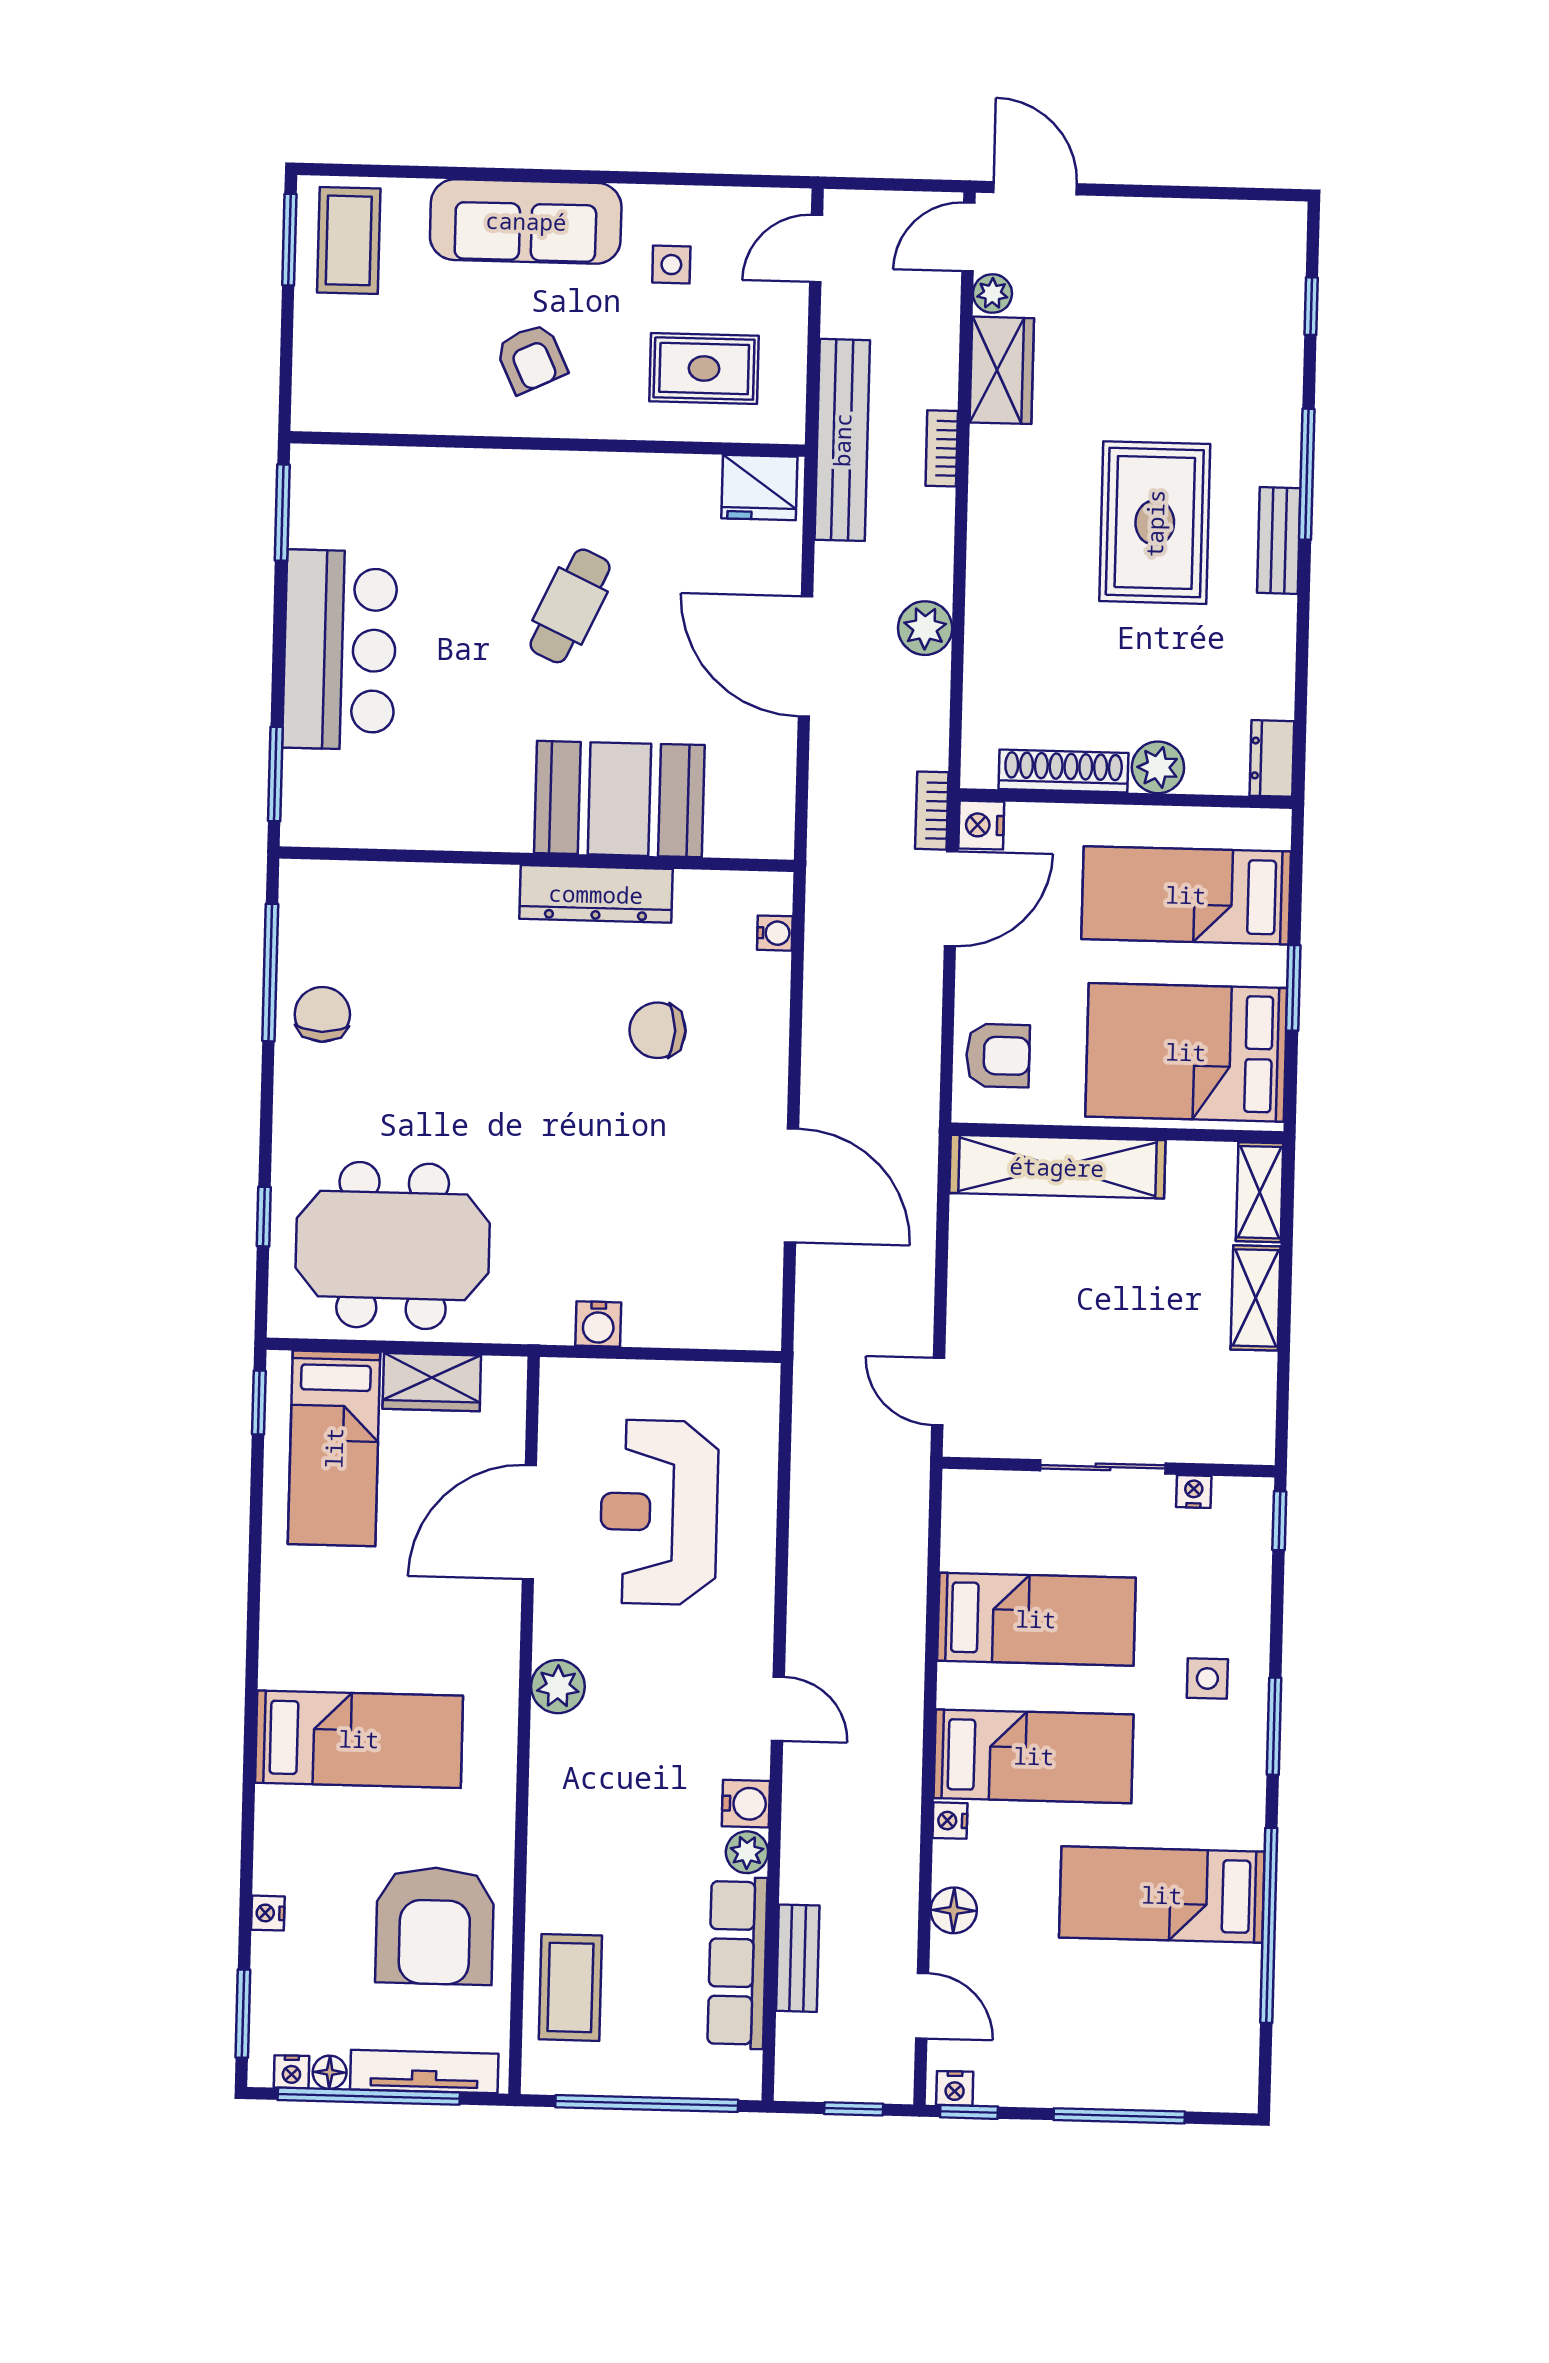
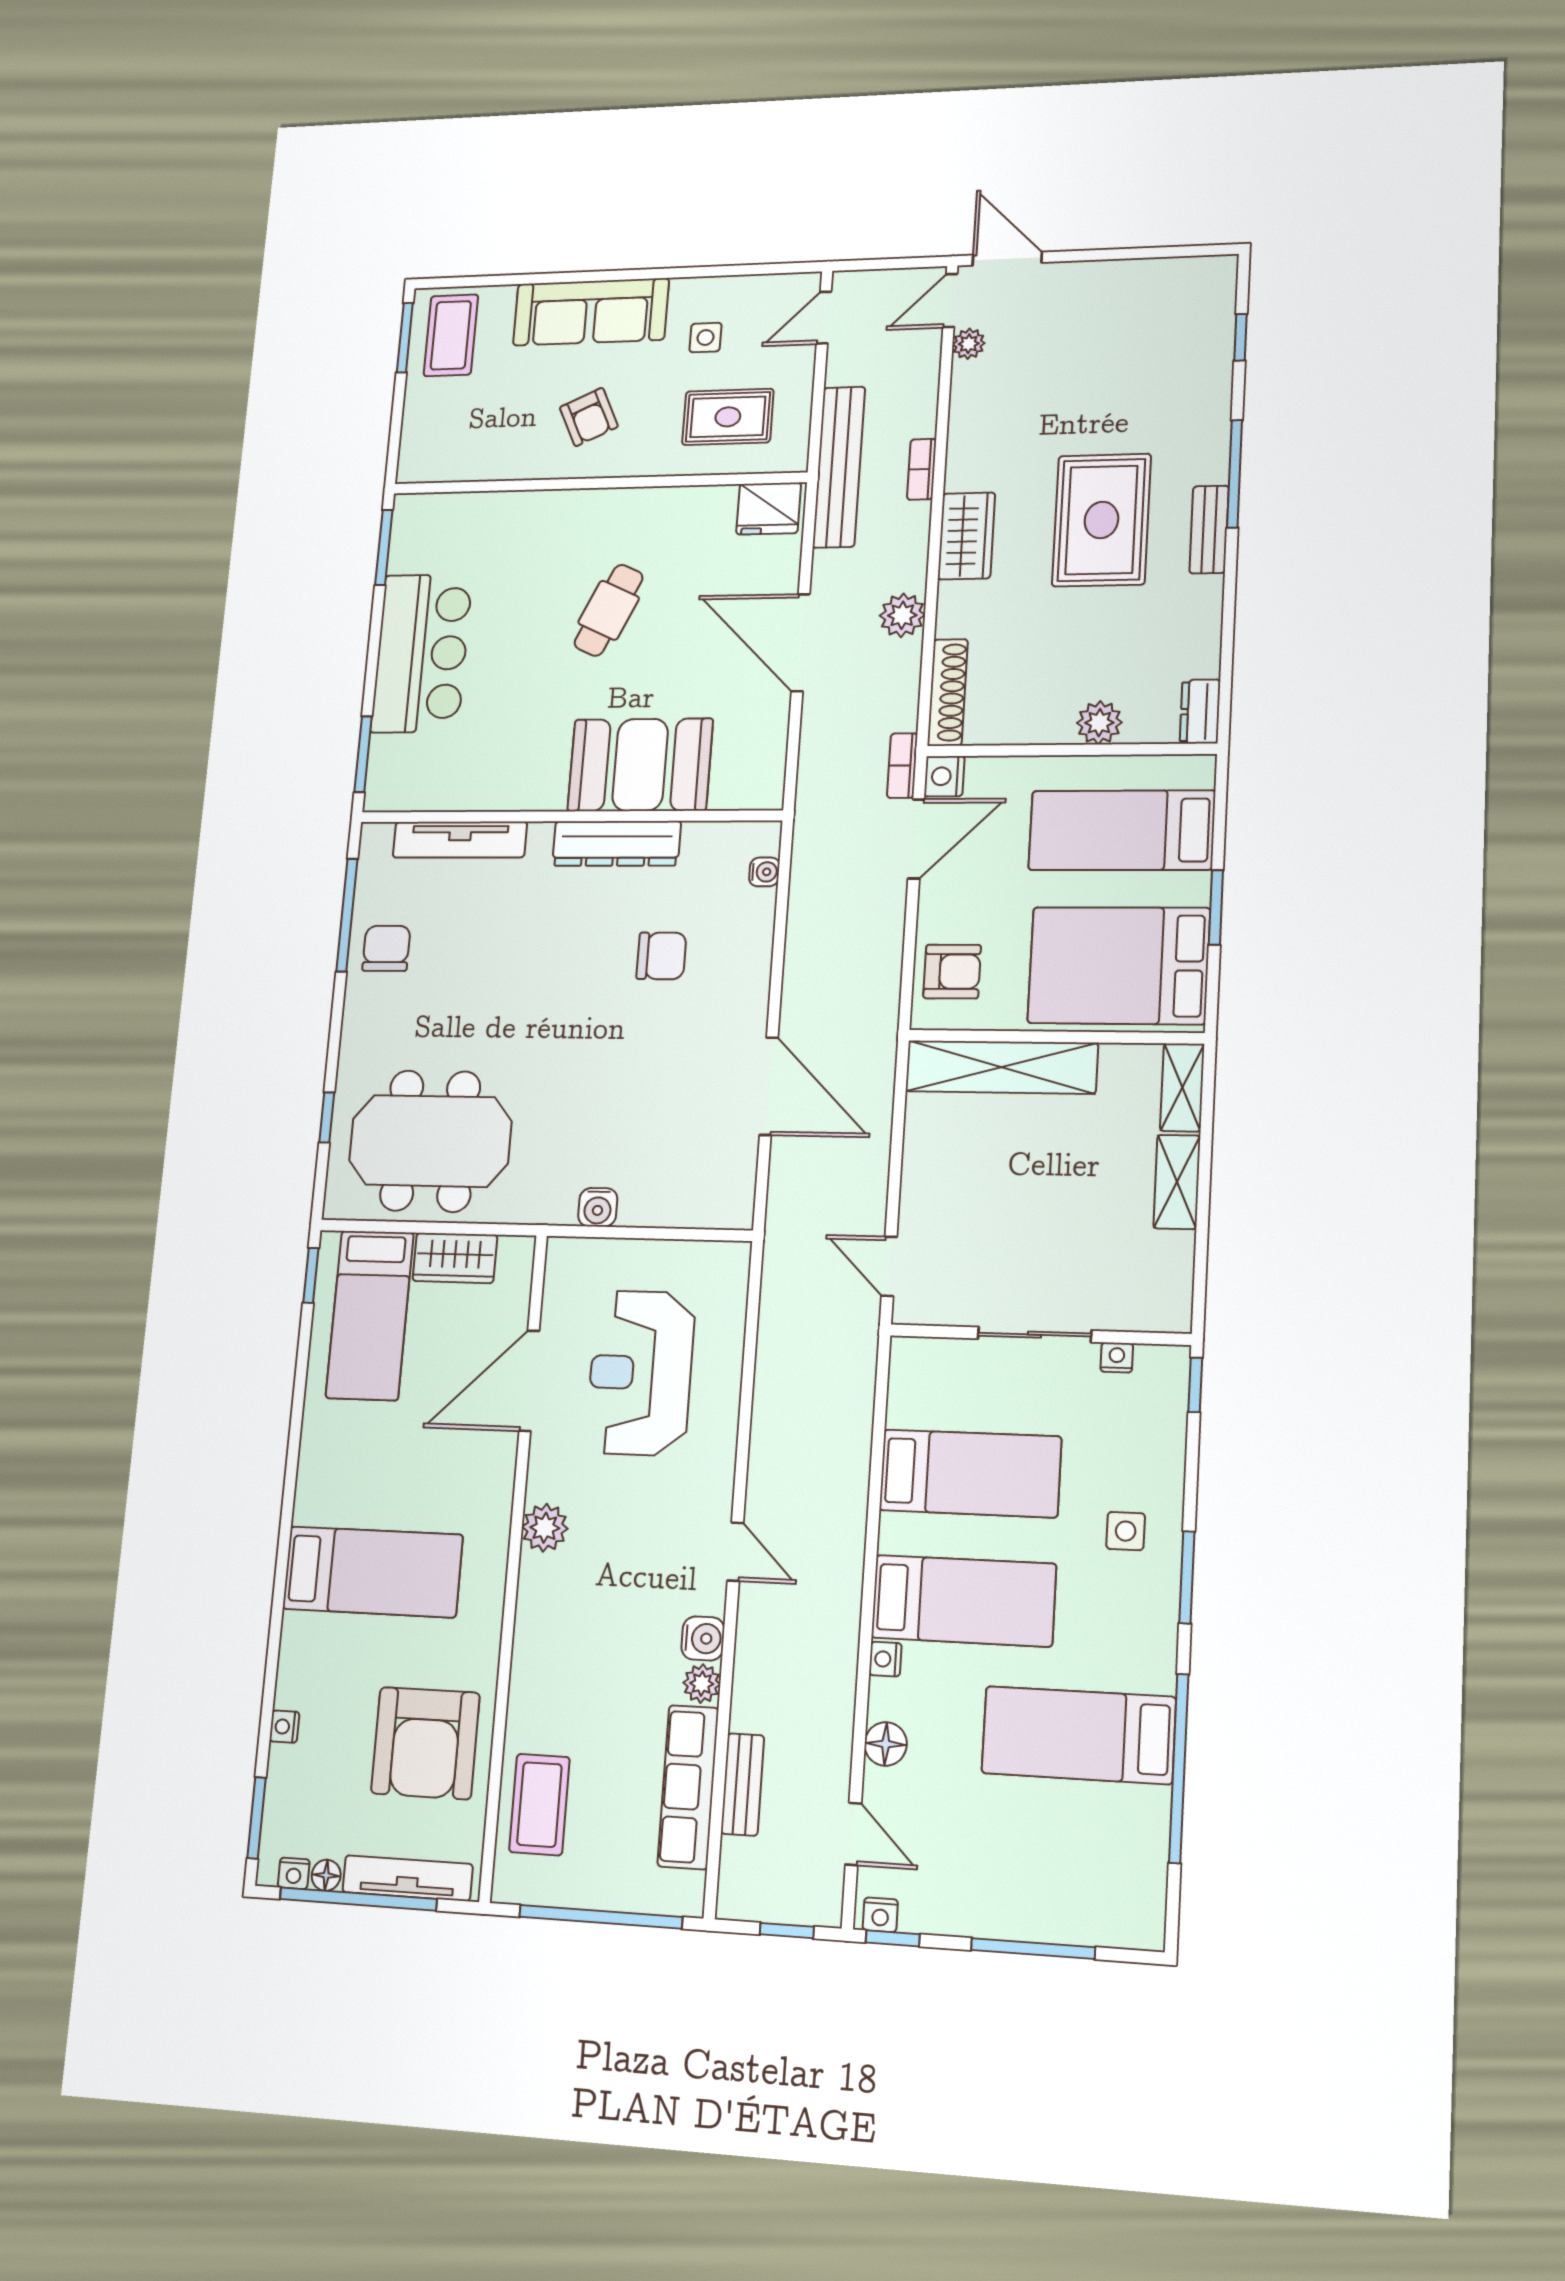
wardrobe: (1002, 370) -> (966, 536), moved
shoe rack: (1063, 771) -> (948, 692), moved, turned 90
tv unit: (404, 884) -> (460, 840), added
chair: (658, 1030) -> (661, 956), turned 180

